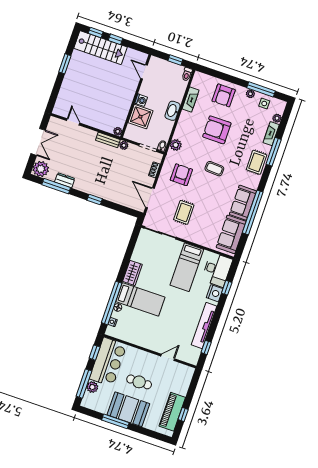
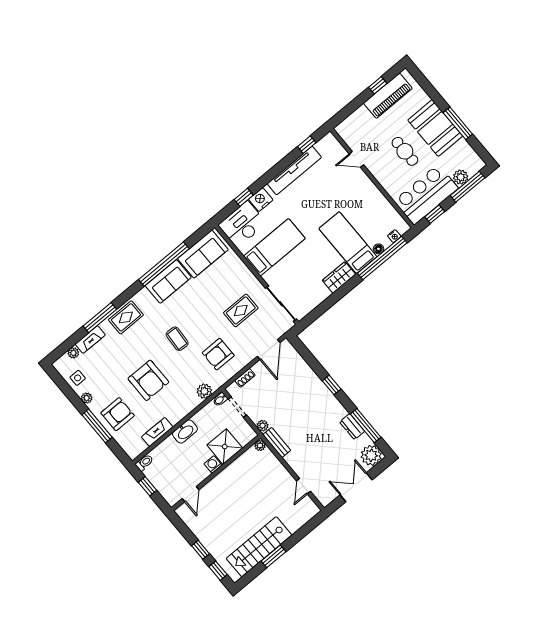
stairs: (101, 48) -> (259, 547), moved, turned -90
window: (261, 89) -> (97, 426), moved

